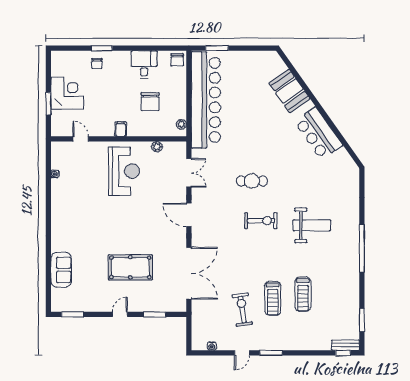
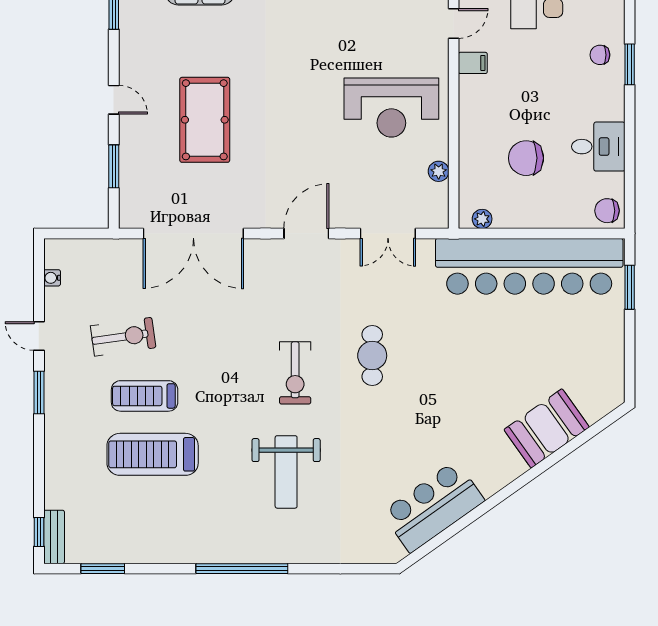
filing cabinet: (121, 129) -> (473, 63), moved
bar counter: (318, 134) -> (433, 506), moved
treadmill: (303, 294) -> (153, 454), width x1.37, depth x1.38

